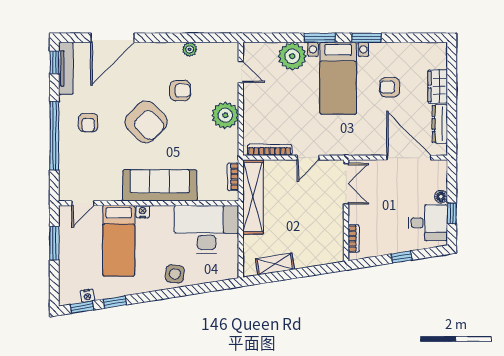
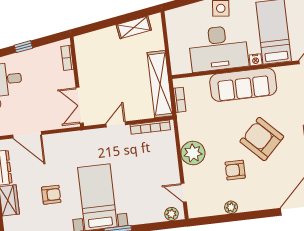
plant: (292, 56) -> (171, 214), moved, width x0.53, depth x0.53
door: (409, 158) -> (27, 135), width x0.73
desk: (207, 229) -> (218, 48), moved

